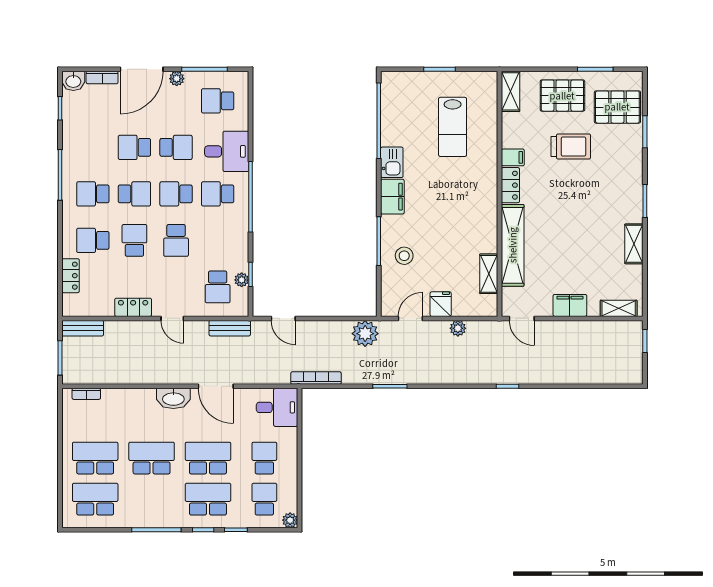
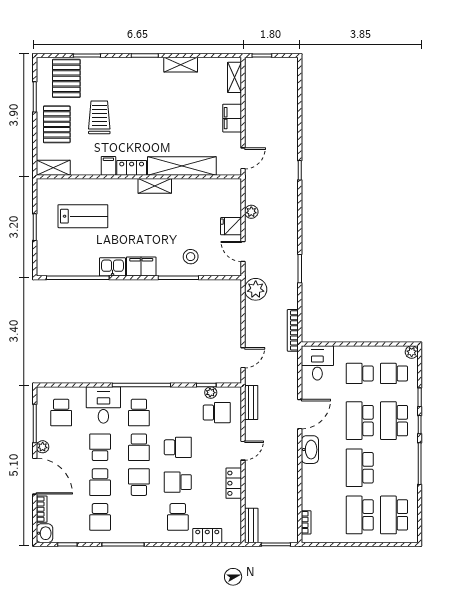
school desk: (93, 194) -> (100, 517), moved
shelving: (489, 274) -> (155, 186), moved

